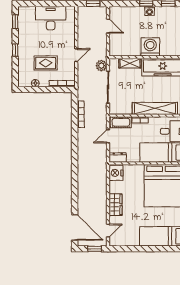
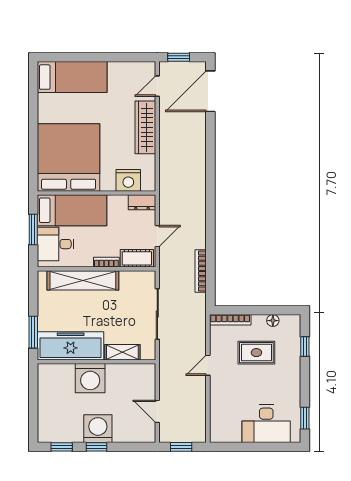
washing machine: (150, 11) -> (98, 429), width x1.89, depth x1.89
desk: (51, 18) -> (266, 424), moved
window: (15, 50) -> (305, 347), moved
plant: (101, 66) -> (168, 348), removed
nightstand: (116, 173) -> (128, 180), moved, turned 90
wardrobe: (116, 205) -> (145, 127), width x1.50
door: (75, 227) -> (210, 91), hinge flipped

